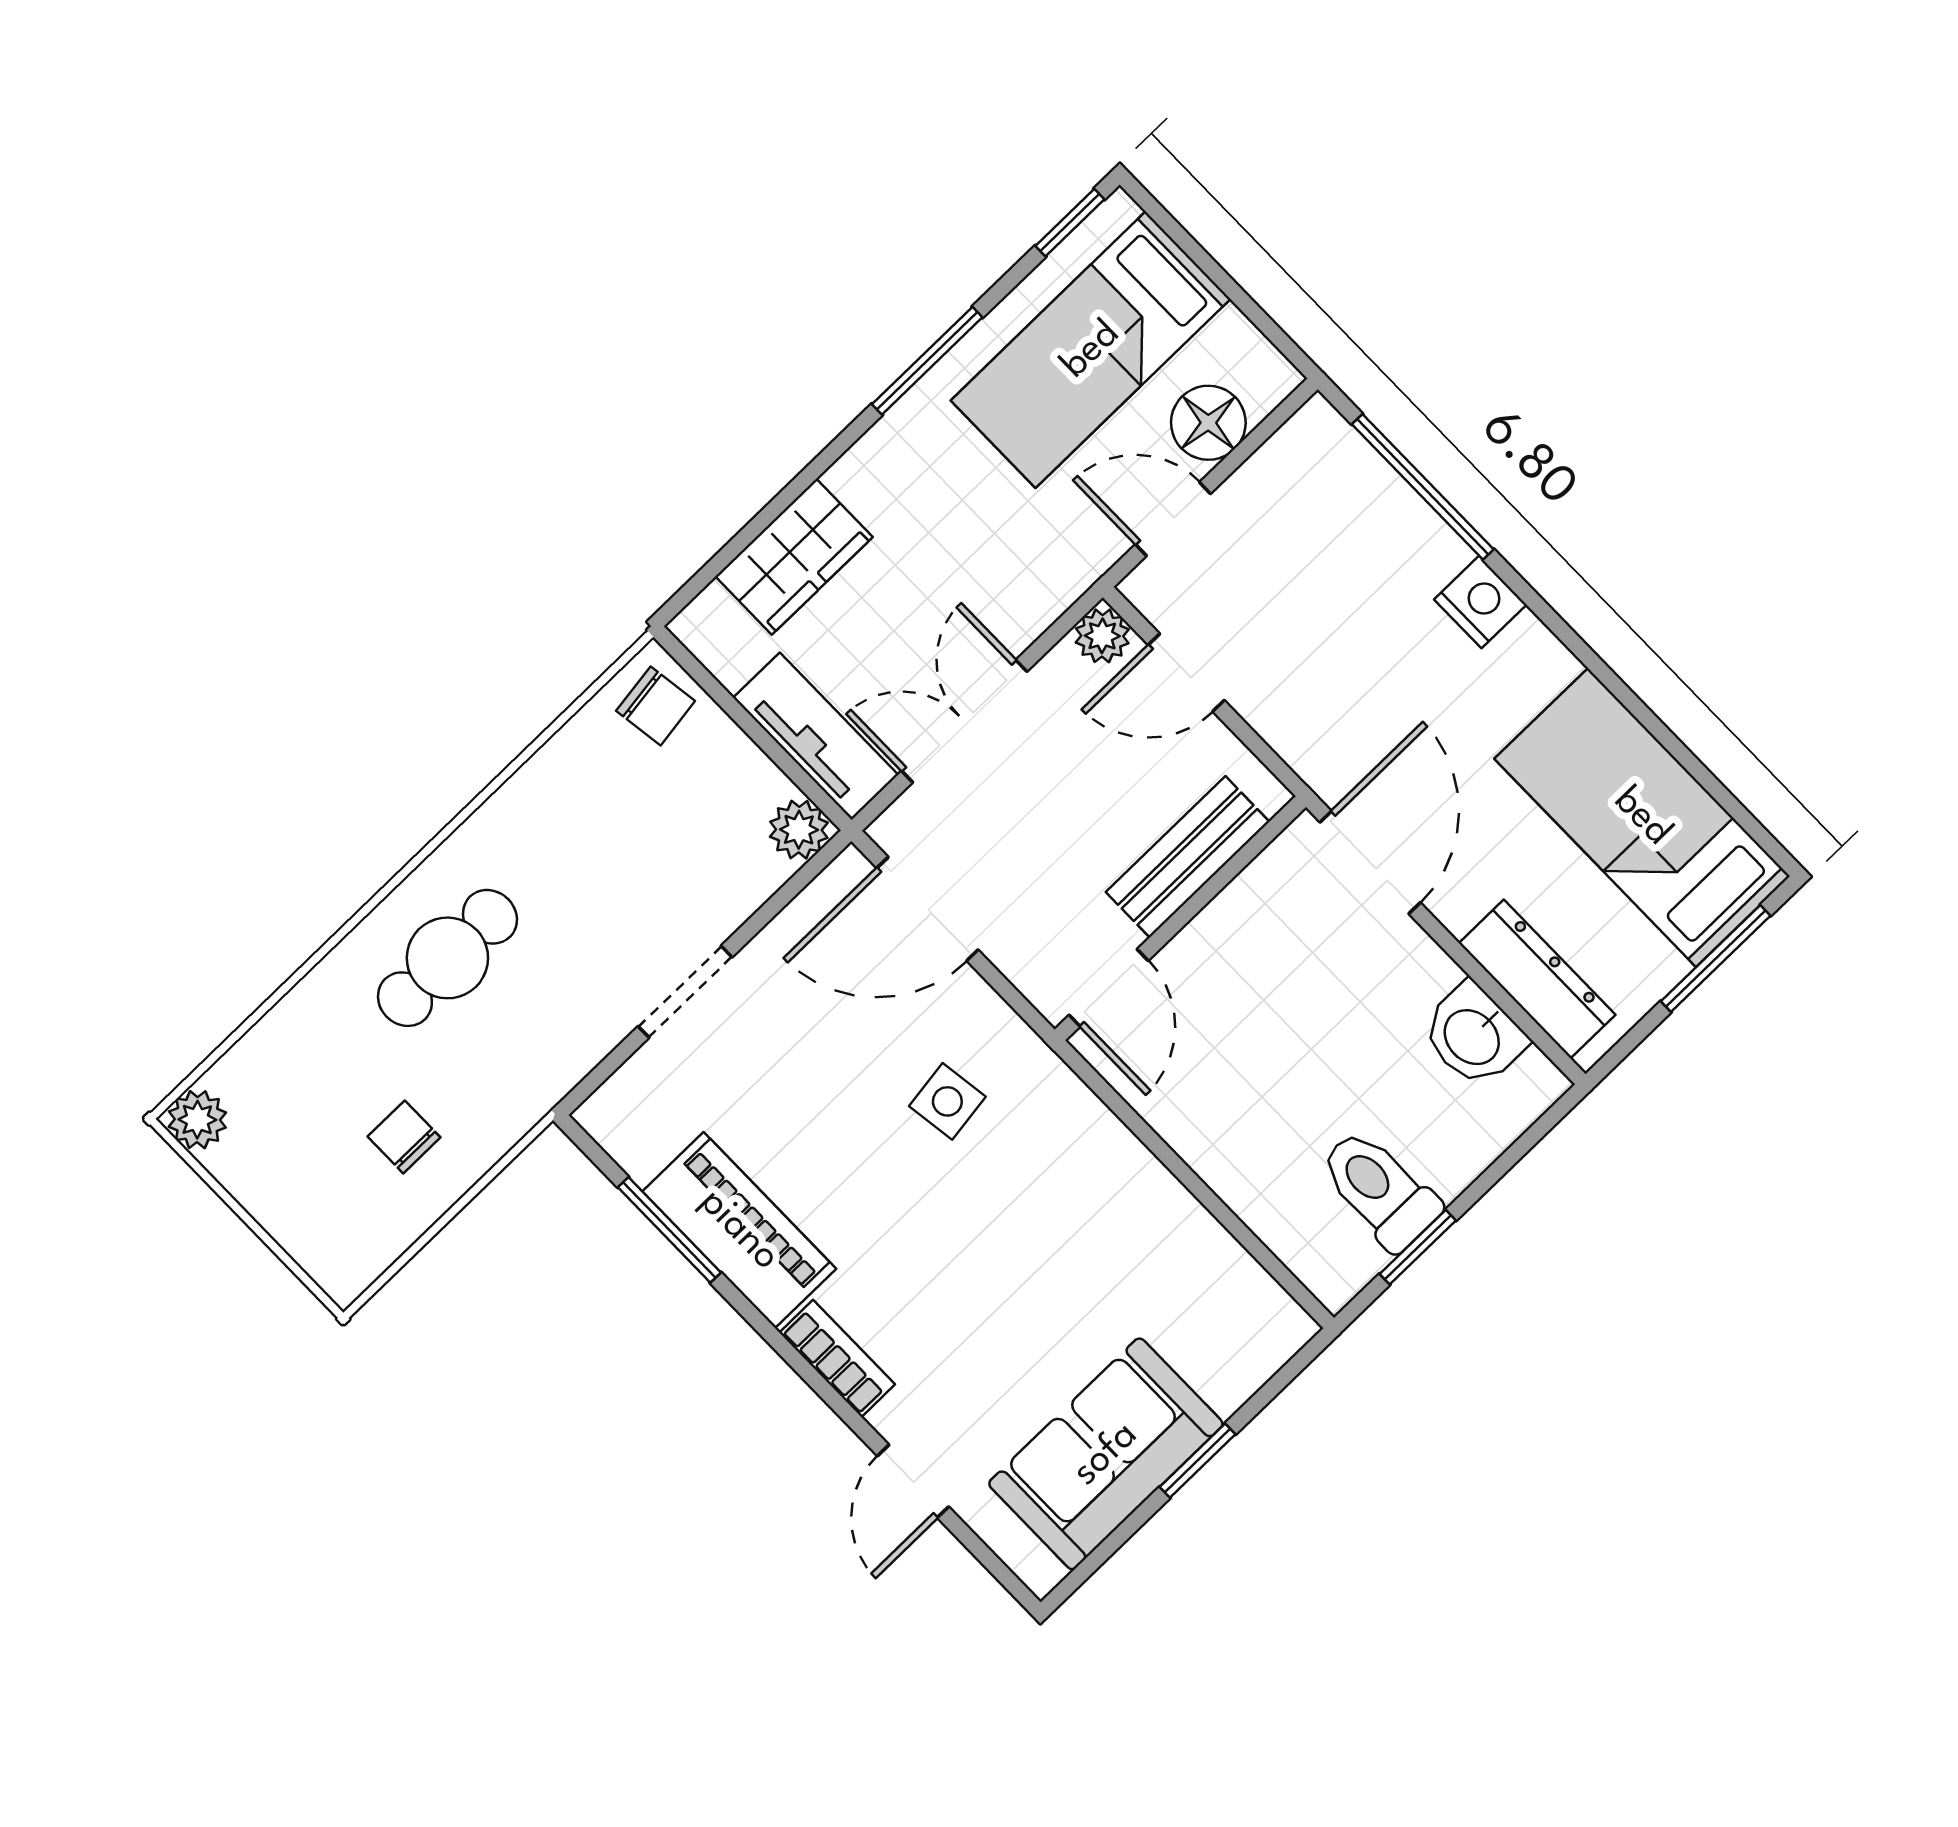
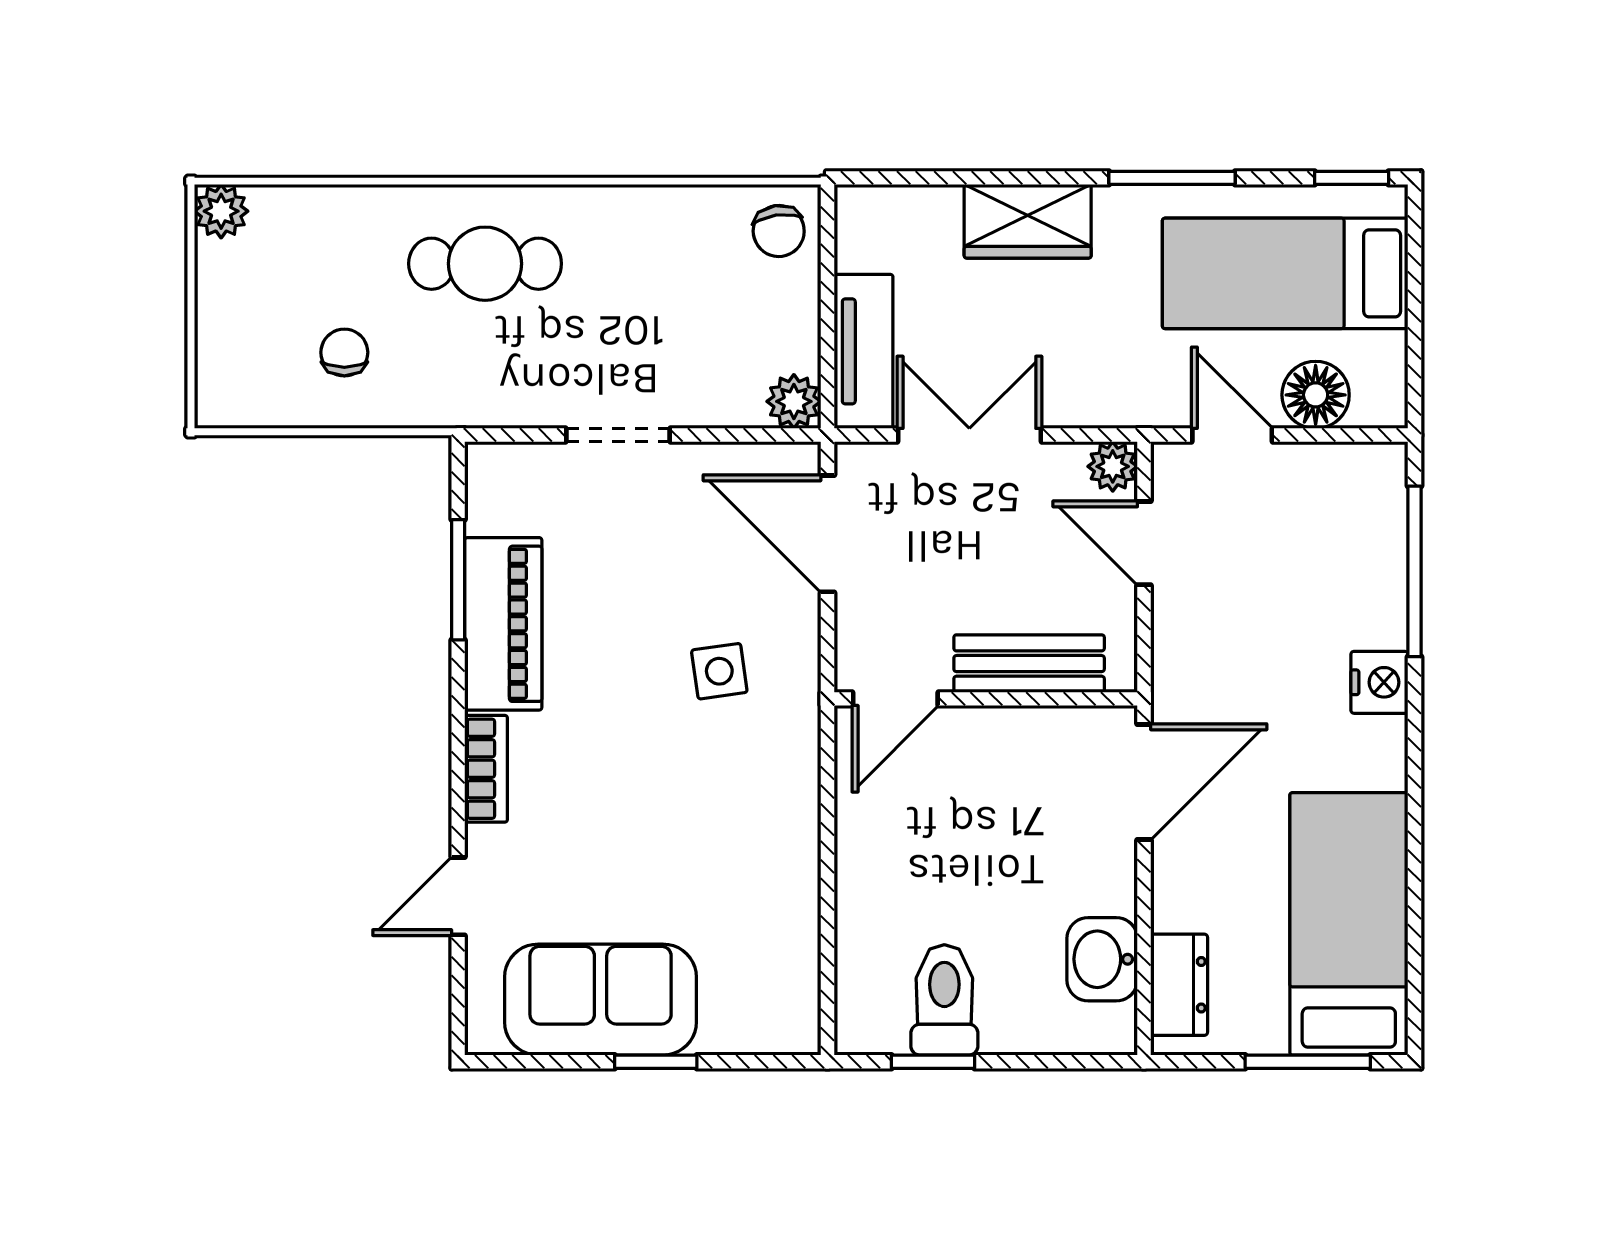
wardrobe: (794, 557) -> (1028, 221), moved
dresser: (1537, 979) -> (1179, 985), width x0.70

